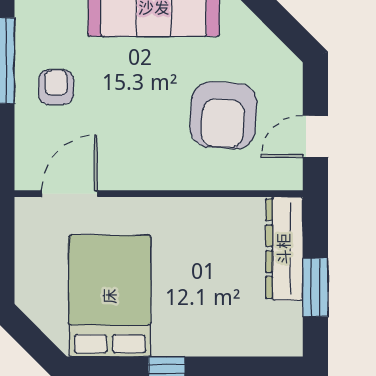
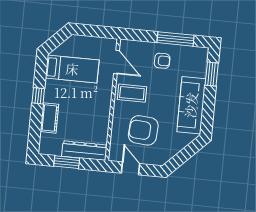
coffee table: (139, 150) -> (132, 93), added
bed: (110, 296) -> (72, 69), width x0.67
cot: (216, 338) -> (49, 118), added

